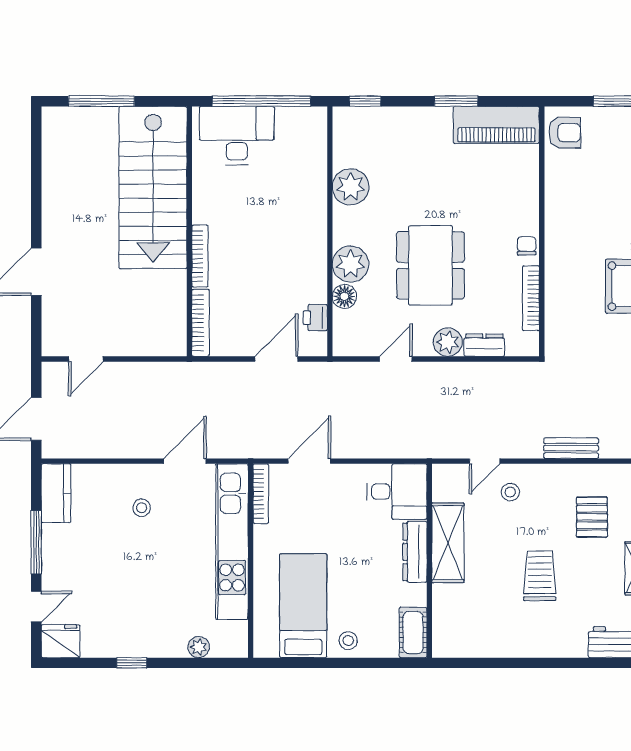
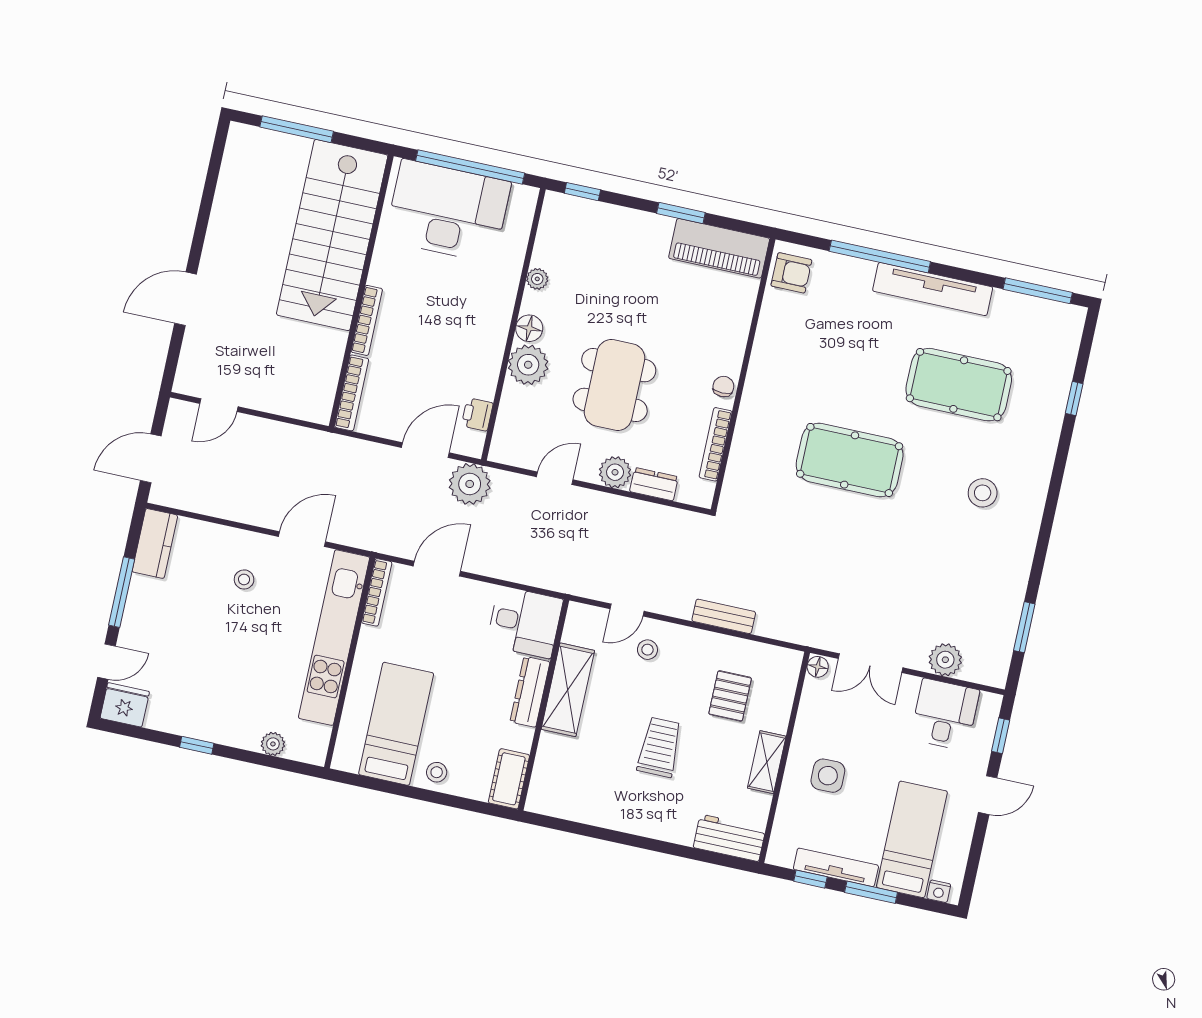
desk: (237, 135) -> (448, 211), width x1.36, depth x1.30
plant: (351, 187) -> (537, 279), width x0.53, depth x0.53
floor lamp: (344, 296) -> (529, 328), moved
plant: (322, 380) -> (470, 484), added

